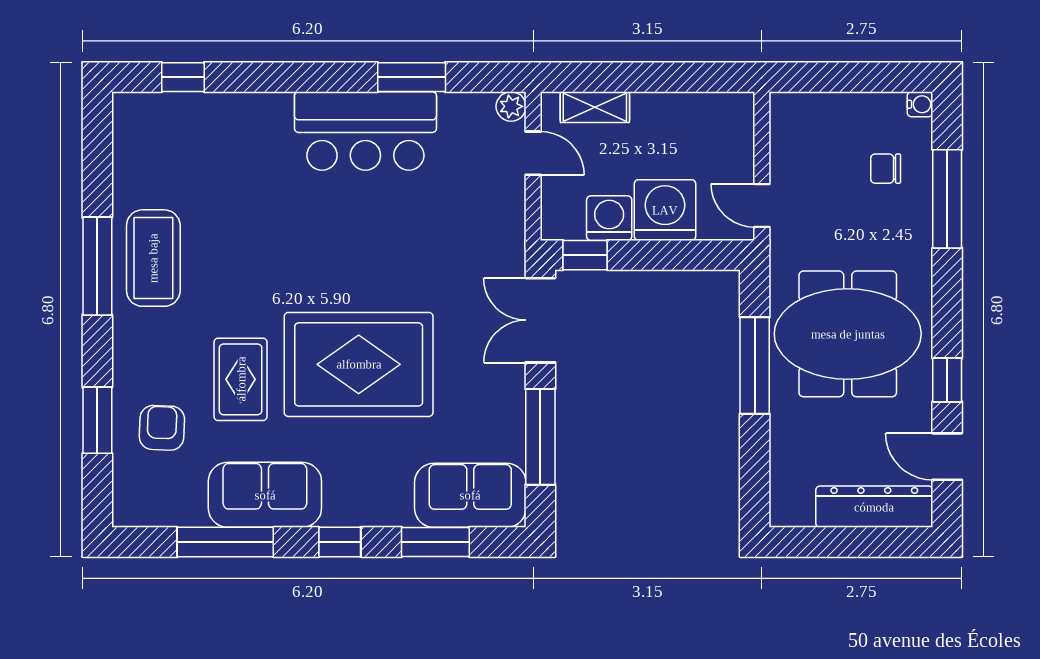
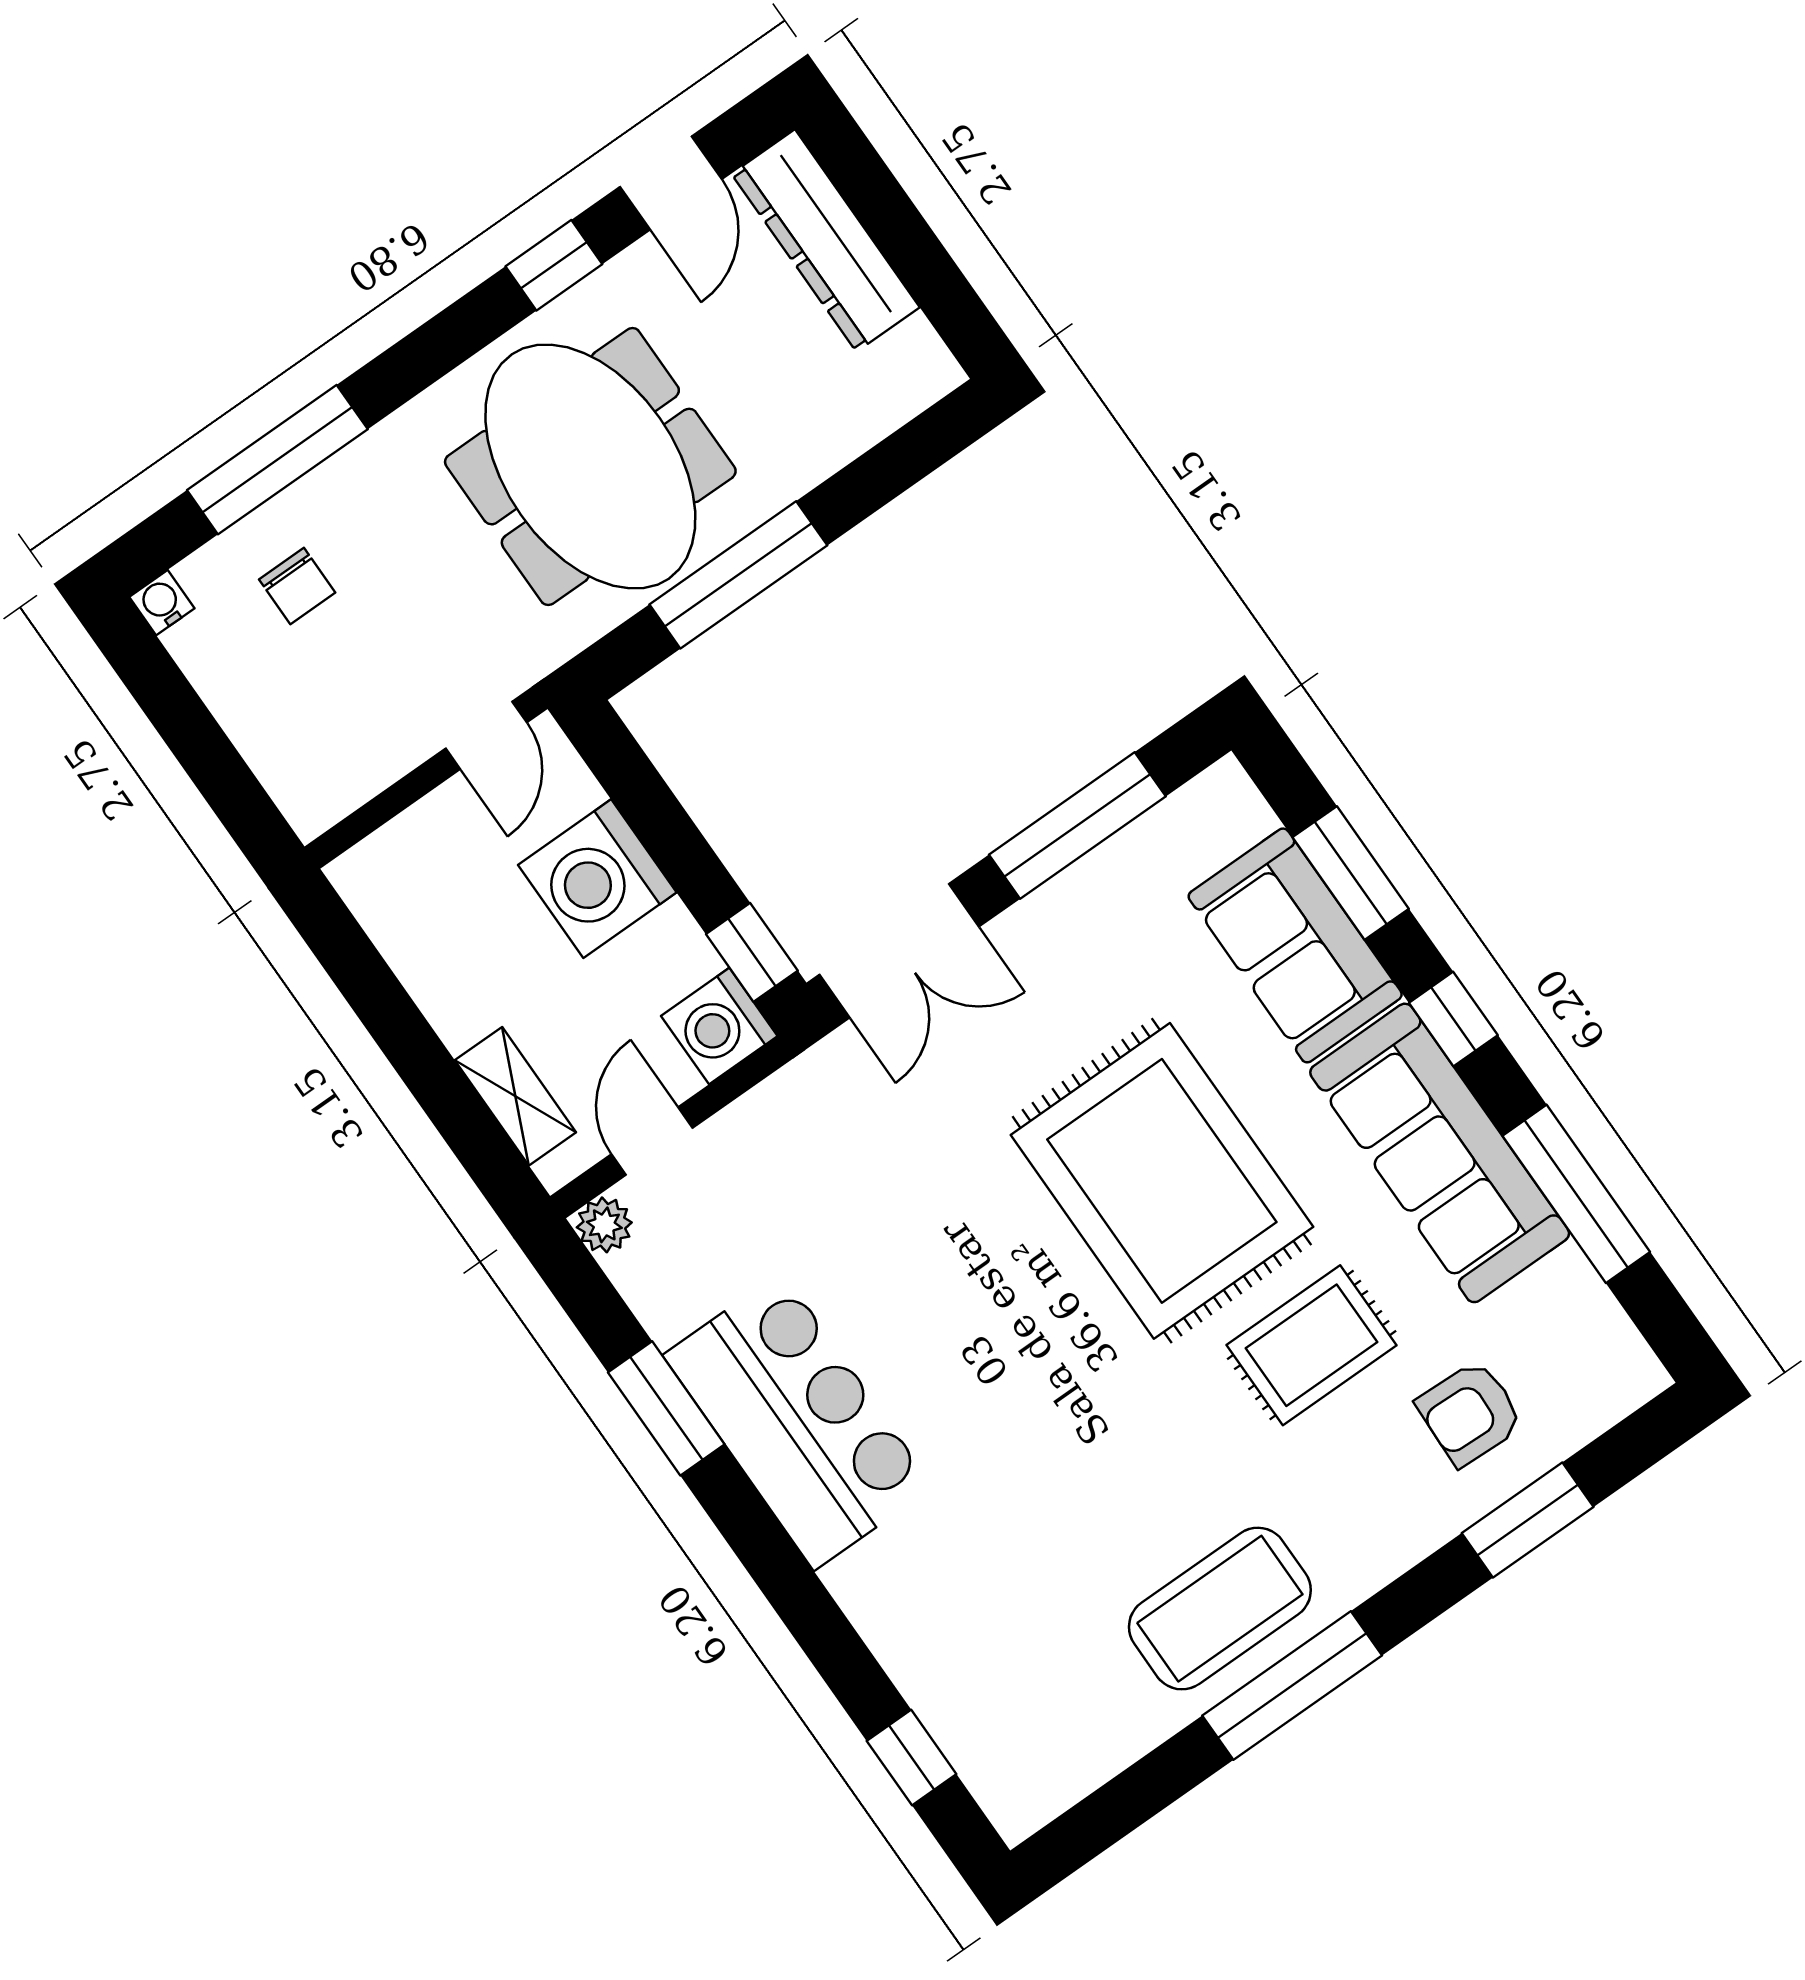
washing machine: (609, 218) -> (719, 1026), moved
sofa: (265, 495) -> (1440, 1153), width x1.36
sofa: (470, 495) -> (1295, 945), moved

